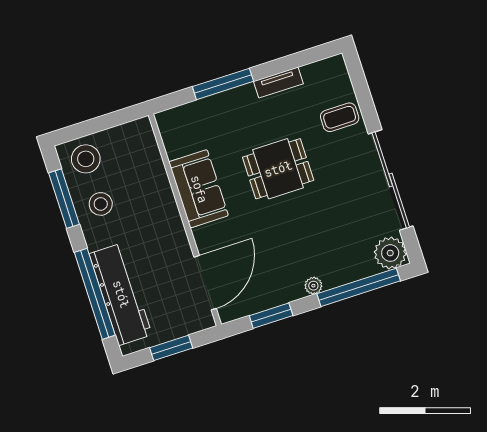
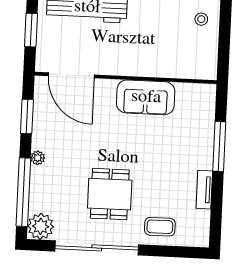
coffee table: (340, 117) -> (160, 227), turned 90
stool: (86, 159) -> (201, 19), width x0.53, depth x0.53
dining table: (278, 169) -> (110, 194), moved
stool: (101, 204) -> (162, 18), removed

